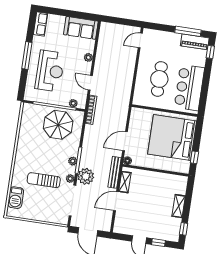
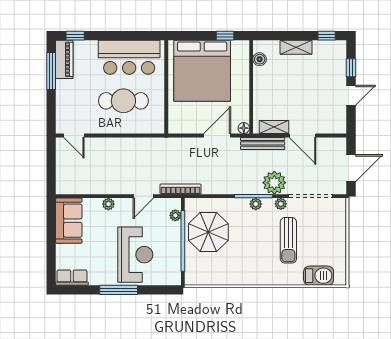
reception desk: (50, 71) -> (135, 255), turned 90
door: (125, 141) -> (217, 135), swing flipped
boiler: (174, 179) -> (260, 59), added

